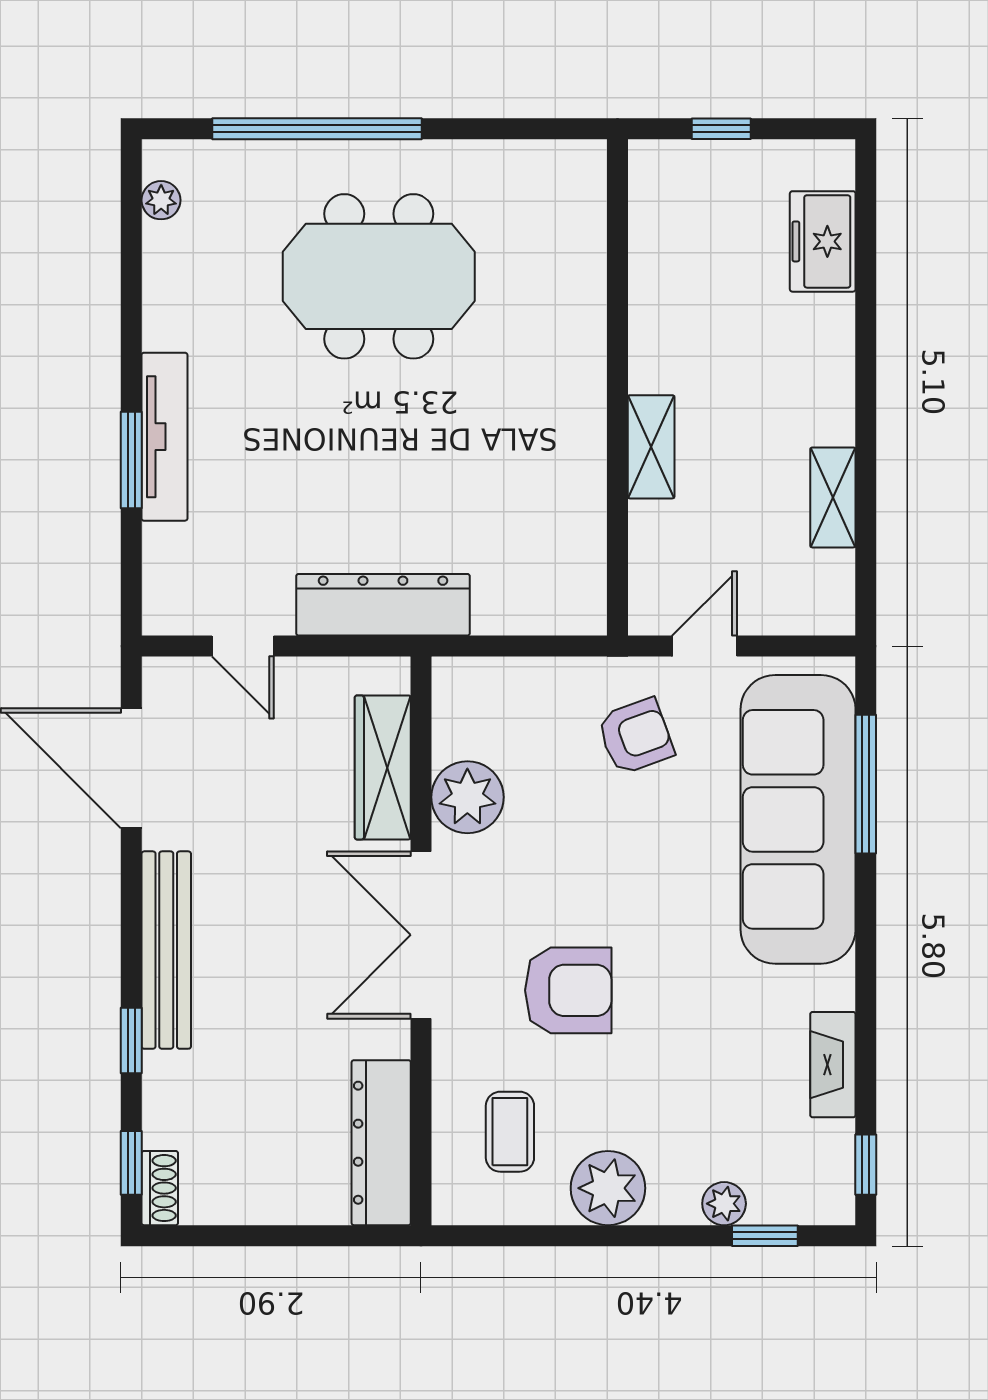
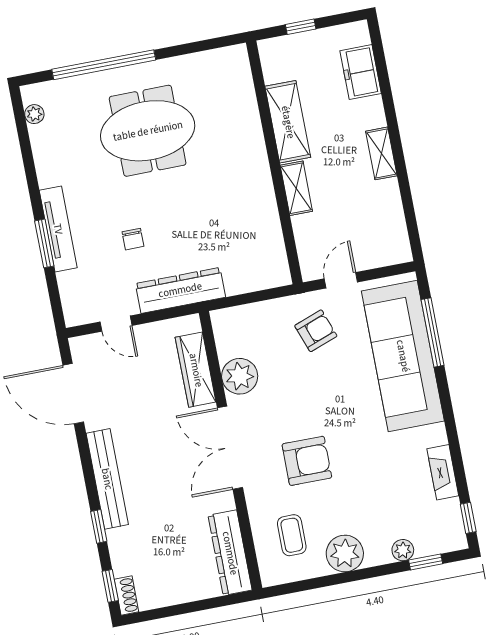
shelving: (659, 312) -> (288, 122), added
chair: (309, 485) -> (133, 239), added
shelving: (833, 497) -> (381, 153), moved

